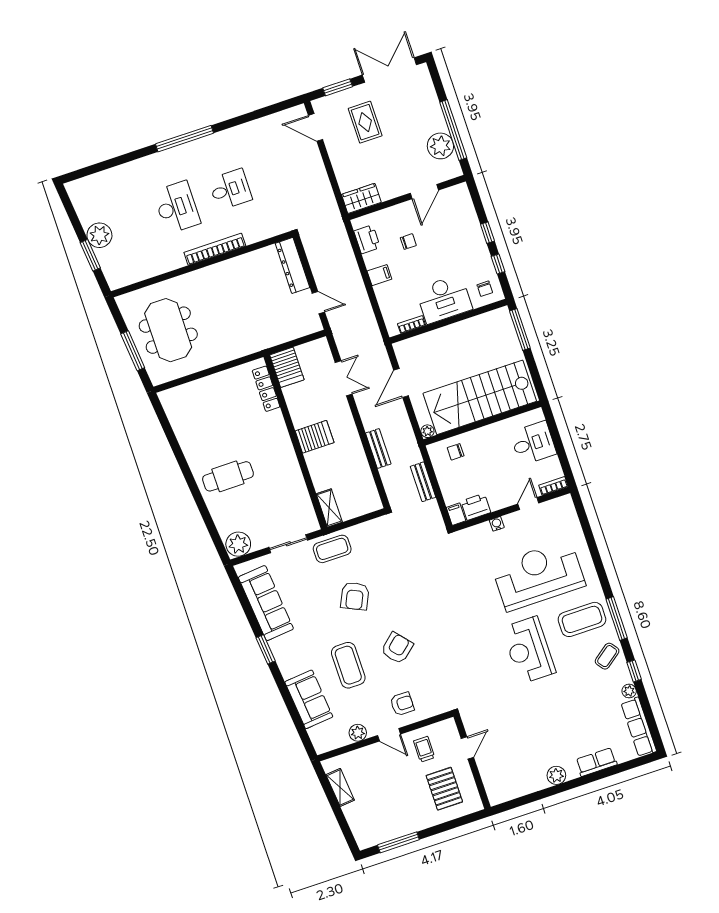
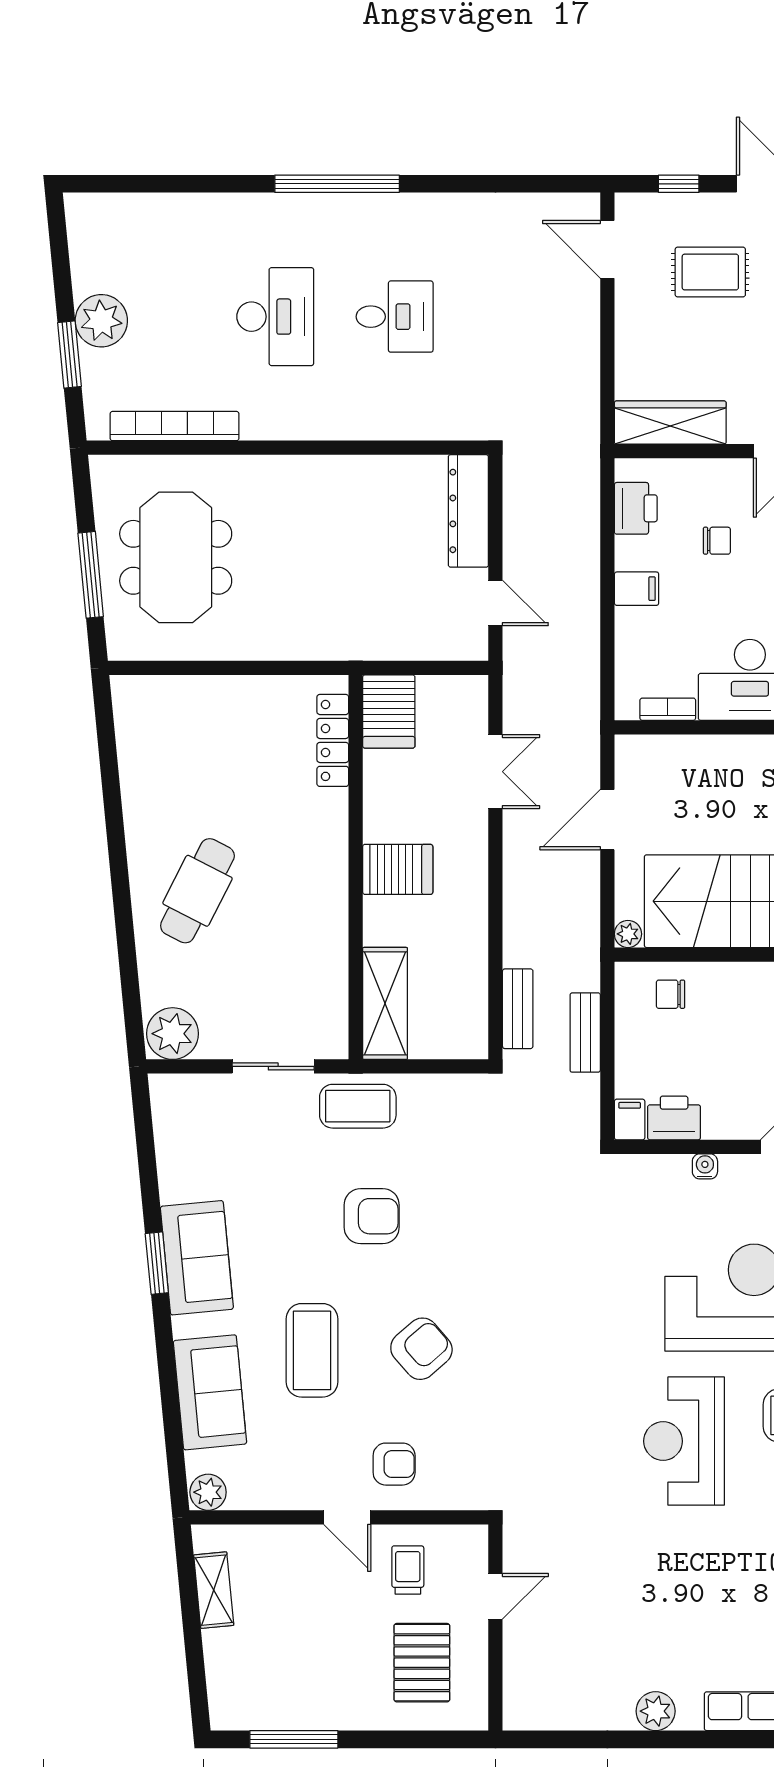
window: (338, 87) -> (679, 184), width x0.67
rug: (365, 122) -> (710, 272), turned 90
wardrobe: (361, 198) -> (670, 423), width x1.50
bookcase: (215, 249) -> (175, 426), moved
bench: (378, 449) -> (518, 1009), moved
cafe table: (228, 476) -> (197, 891), turned -63
shelving: (329, 508) -> (385, 1003), width x1.50, depth x1.33
armchair: (355, 596) -> (372, 1216), turned -115
sofa: (266, 603) -> (197, 1258), moved, width x0.73
plant: (358, 733) -> (208, 1492), moved

